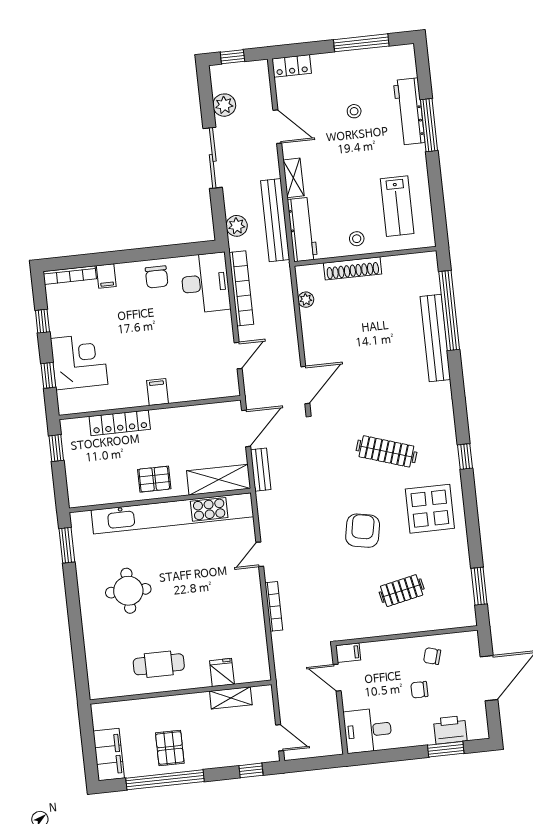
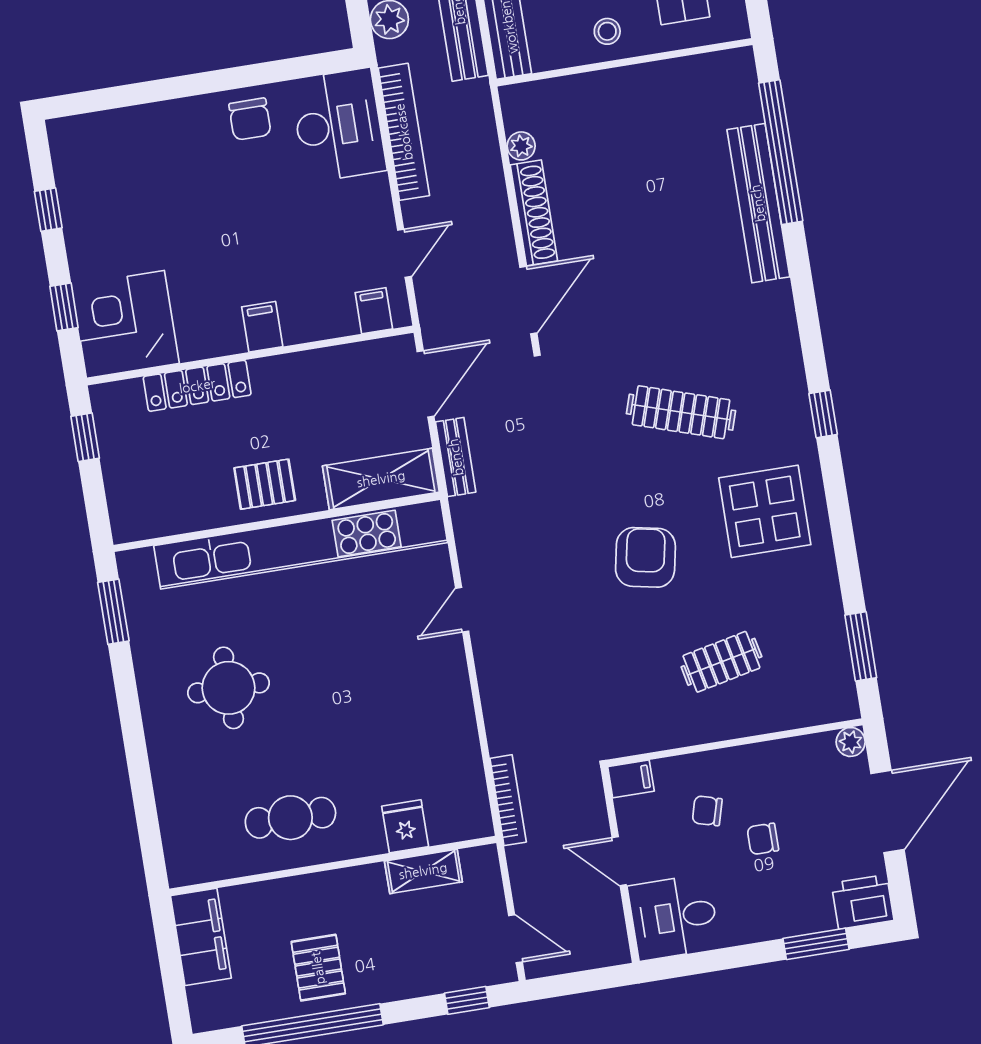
shoe rack: (353, 268) -> (534, 213), moved, turned -90
bookcase: (70, 275) -> (93, 124), removed
filing cabinet: (106, 276) -> (374, 311), moved, turned 180
corner desk: (79, 361) -> (125, 324), moved, turned -90
bookcase: (274, 606) -> (508, 800), moved
plant: (471, 639) -> (851, 742), added
chair: (432, 656) -> (707, 811), moved
door: (337, 678) -> (619, 861), moved
printer: (450, 730) -> (863, 902), moved
filing cabinet: (109, 755) -> (201, 937), moved

